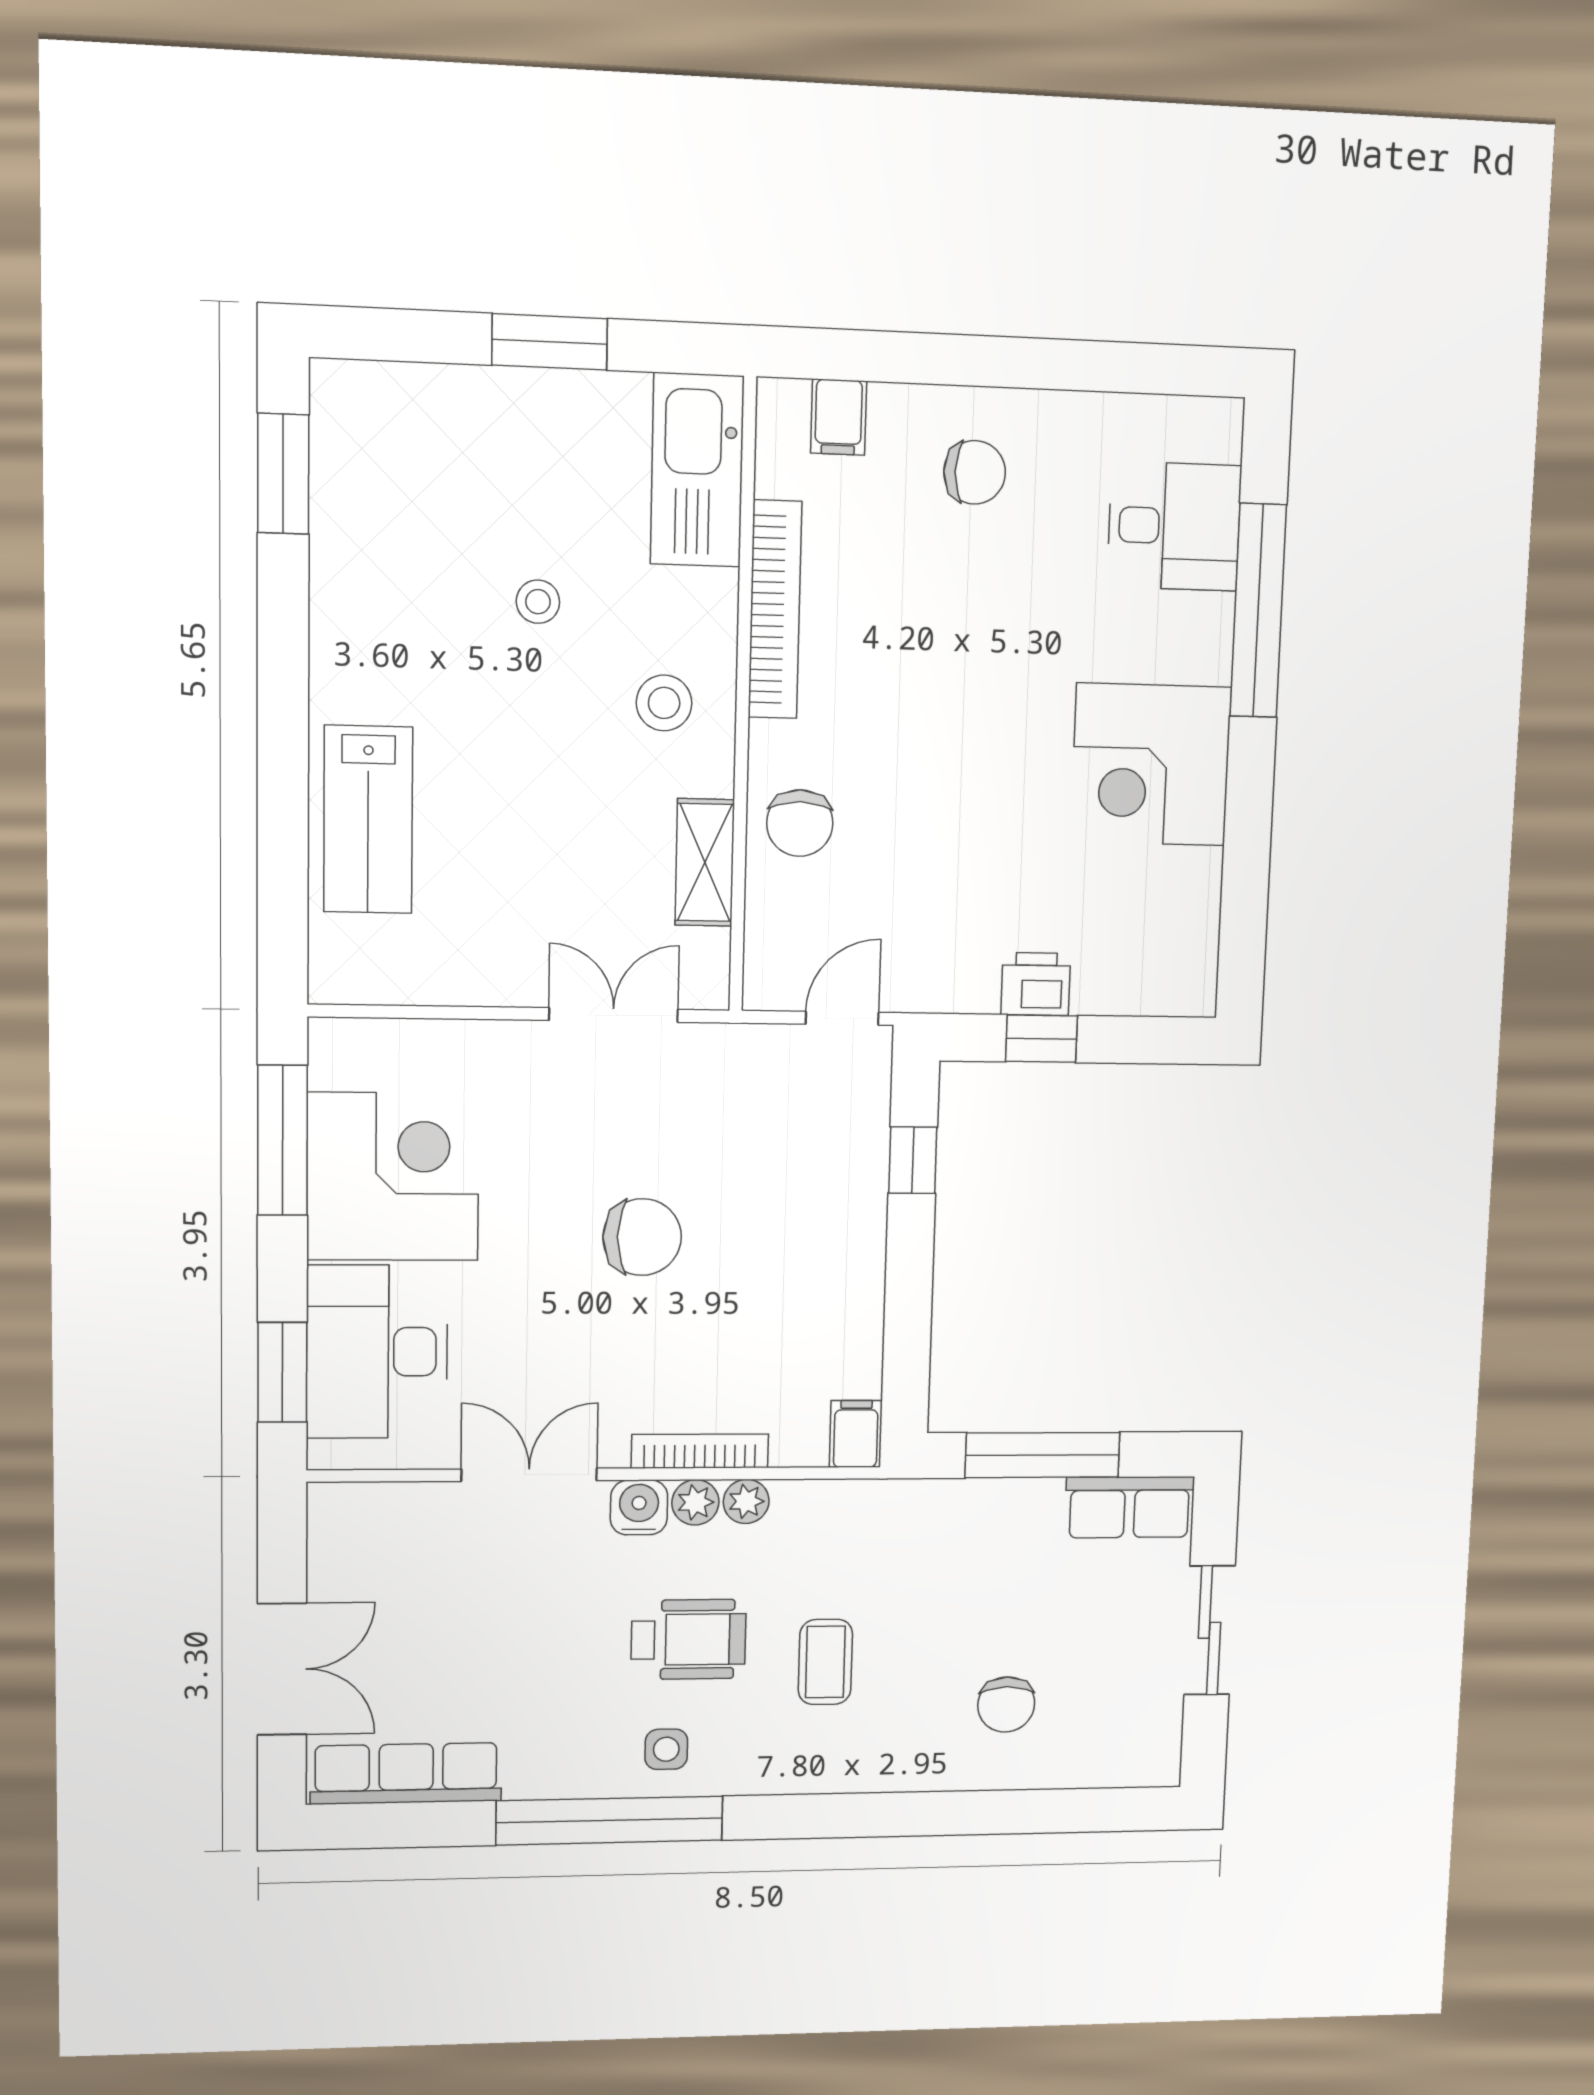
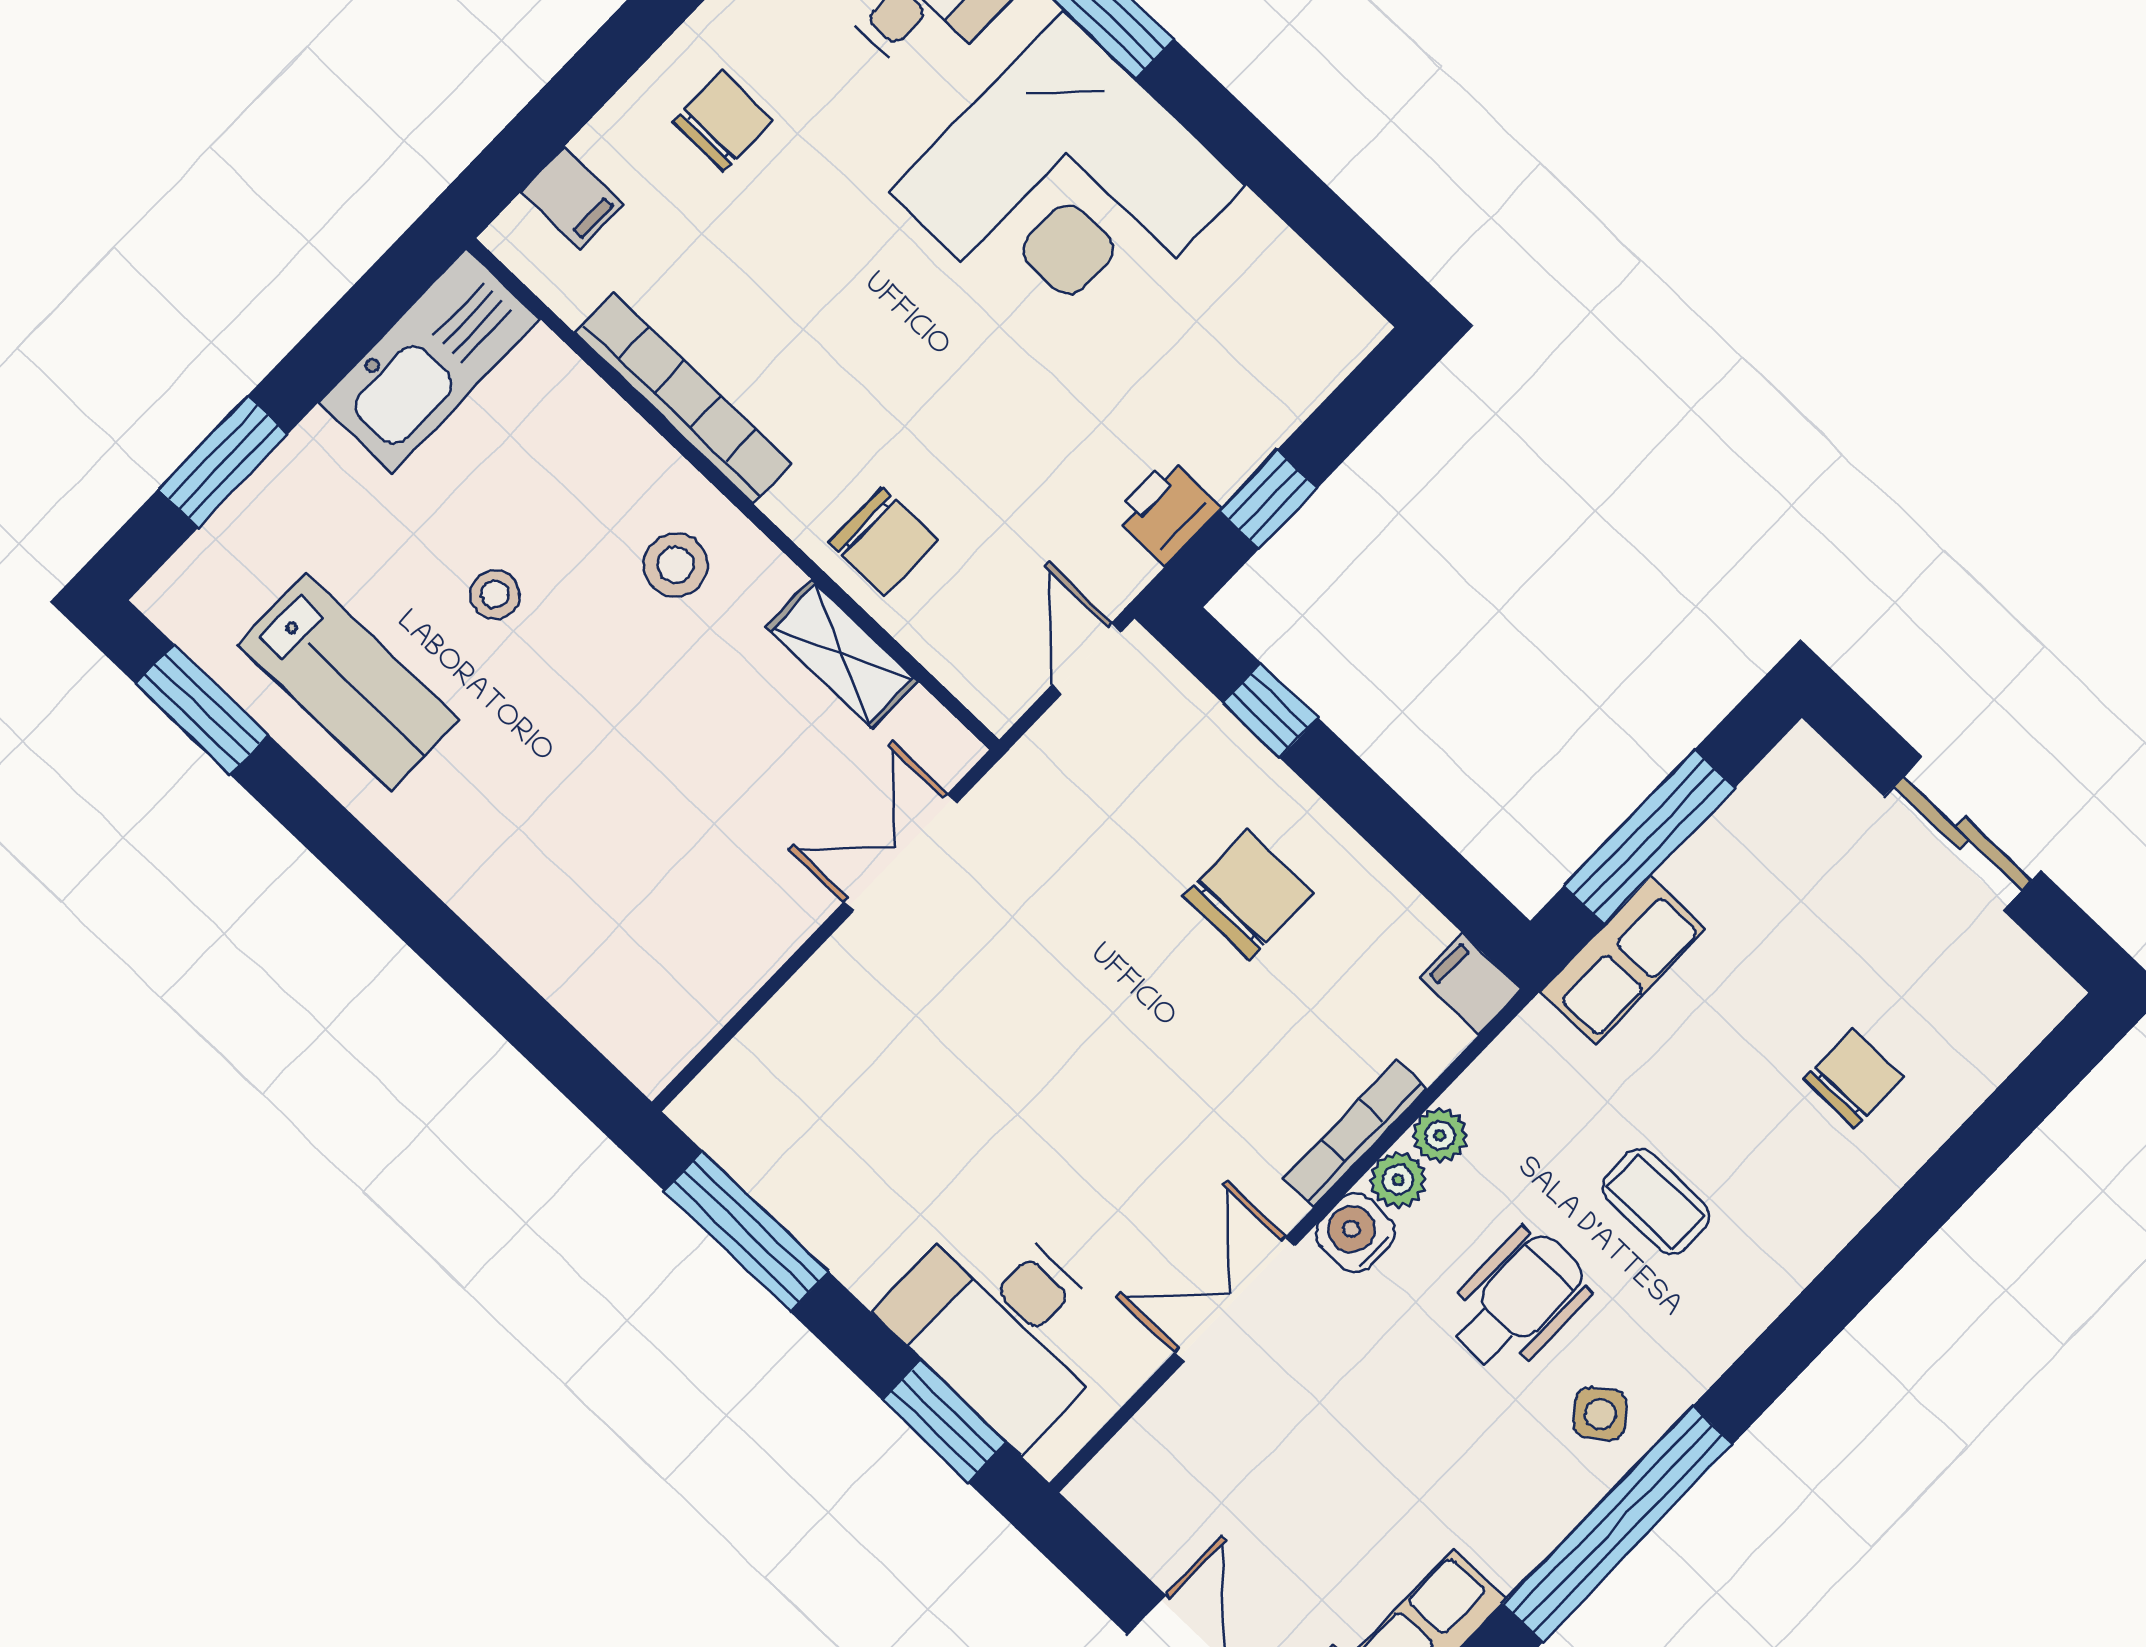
window: (550, 342) -> (223, 462), moved
kitchen sink: (697, 470) -> (429, 361), moved, turned -90
corner desk: (1151, 765) -> (1067, 189), width x1.36, depth x1.36
lab bench: (368, 820) -> (348, 682), moved
printer: (1036, 984) -> (1167, 511), moved
corner desk: (393, 1177) -> (864, 1169), removed
chair: (642, 1237) -> (1248, 894), moved
row of seats: (1130, 1507) -> (1623, 960), moved
chair: (1006, 1704) -> (1854, 1078), turned -90
side table: (666, 1749) -> (1600, 1414), turned -37

